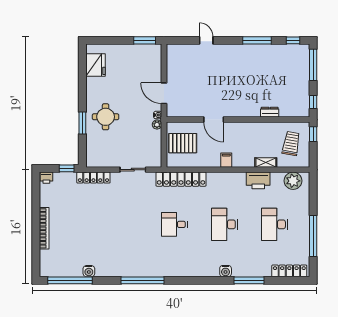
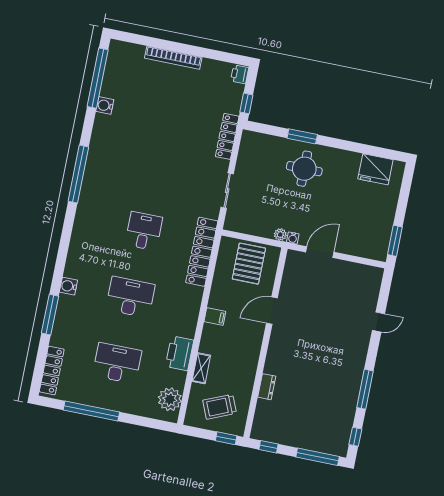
trolley: (291, 143) -> (220, 407), turned 147

